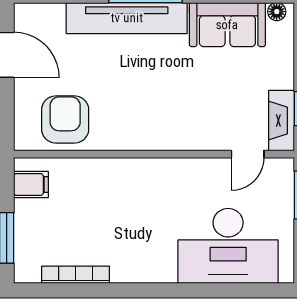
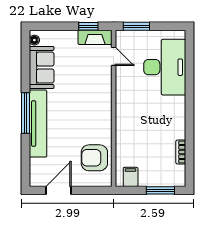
bookcase: (76, 275) -> (181, 152), width x0.64

